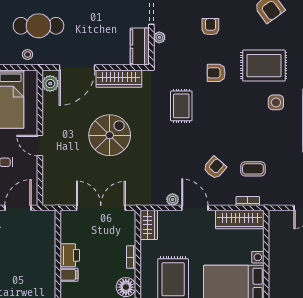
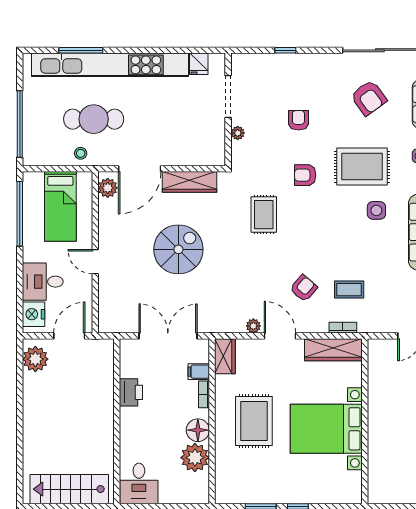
kitchen counter: (140, 47) -> (214, 144), removed
filing cabinet: (69, 275) -> (199, 372), moved, turned 180

